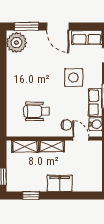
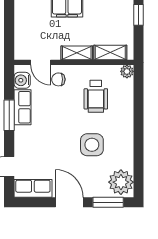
side table: (74, 77) -> (92, 145), moved
wheelchair: (37, 111) -> (96, 96), turned 90
plant: (12, 131) -> (127, 71), added

